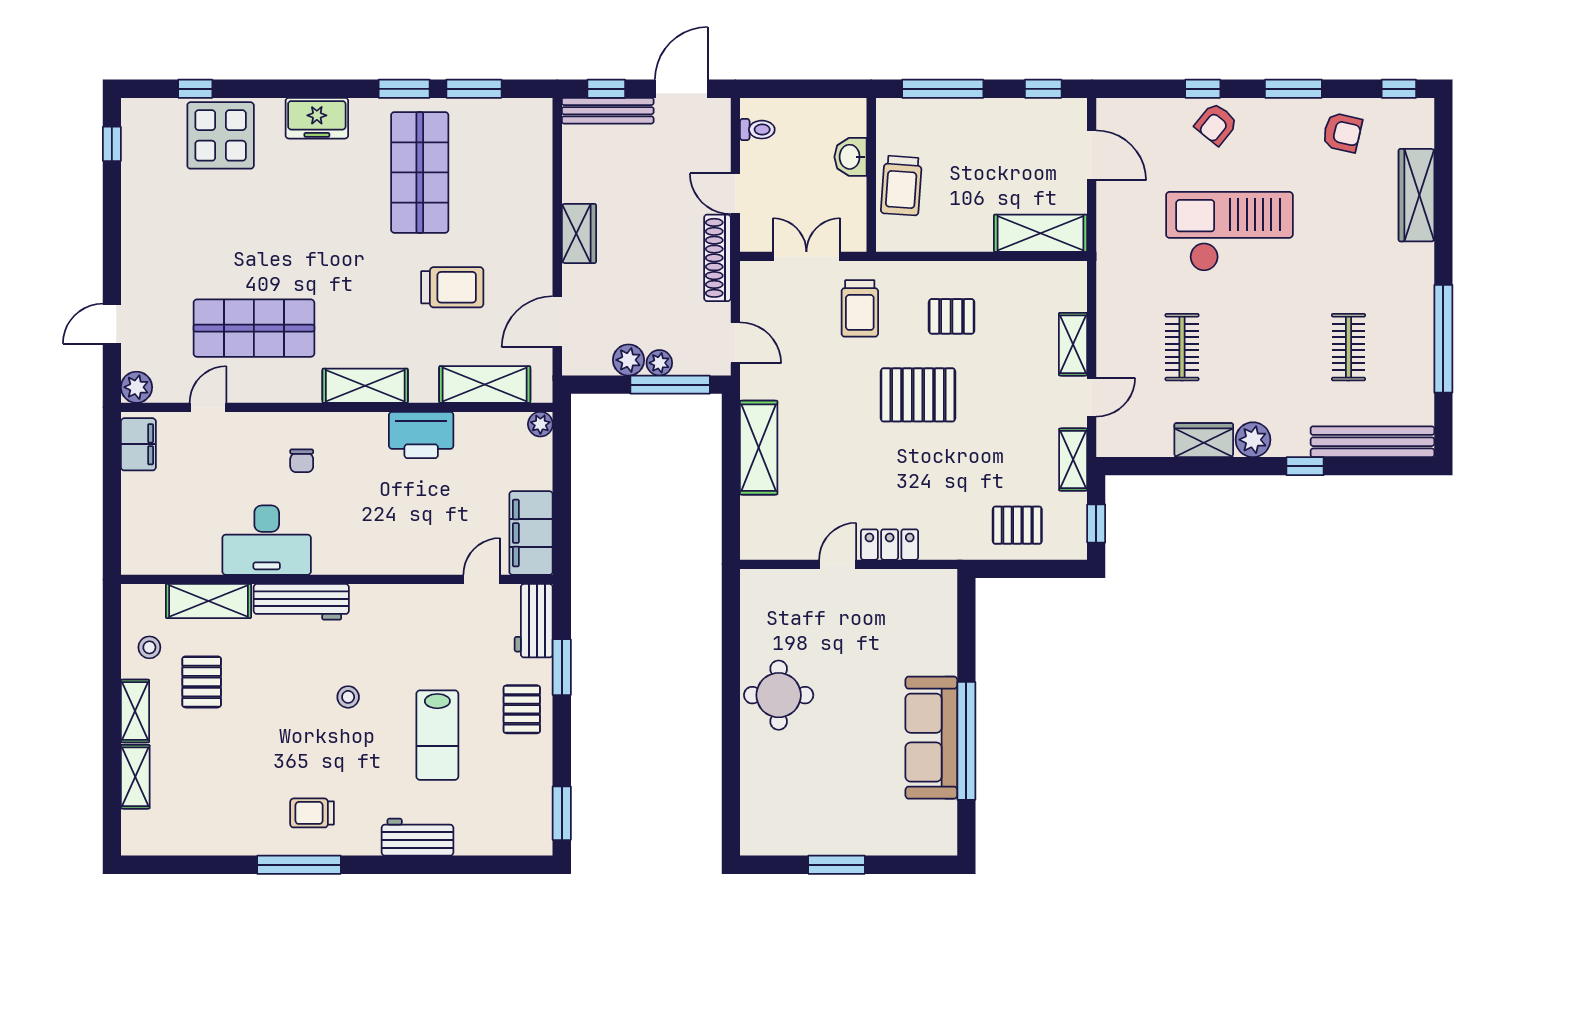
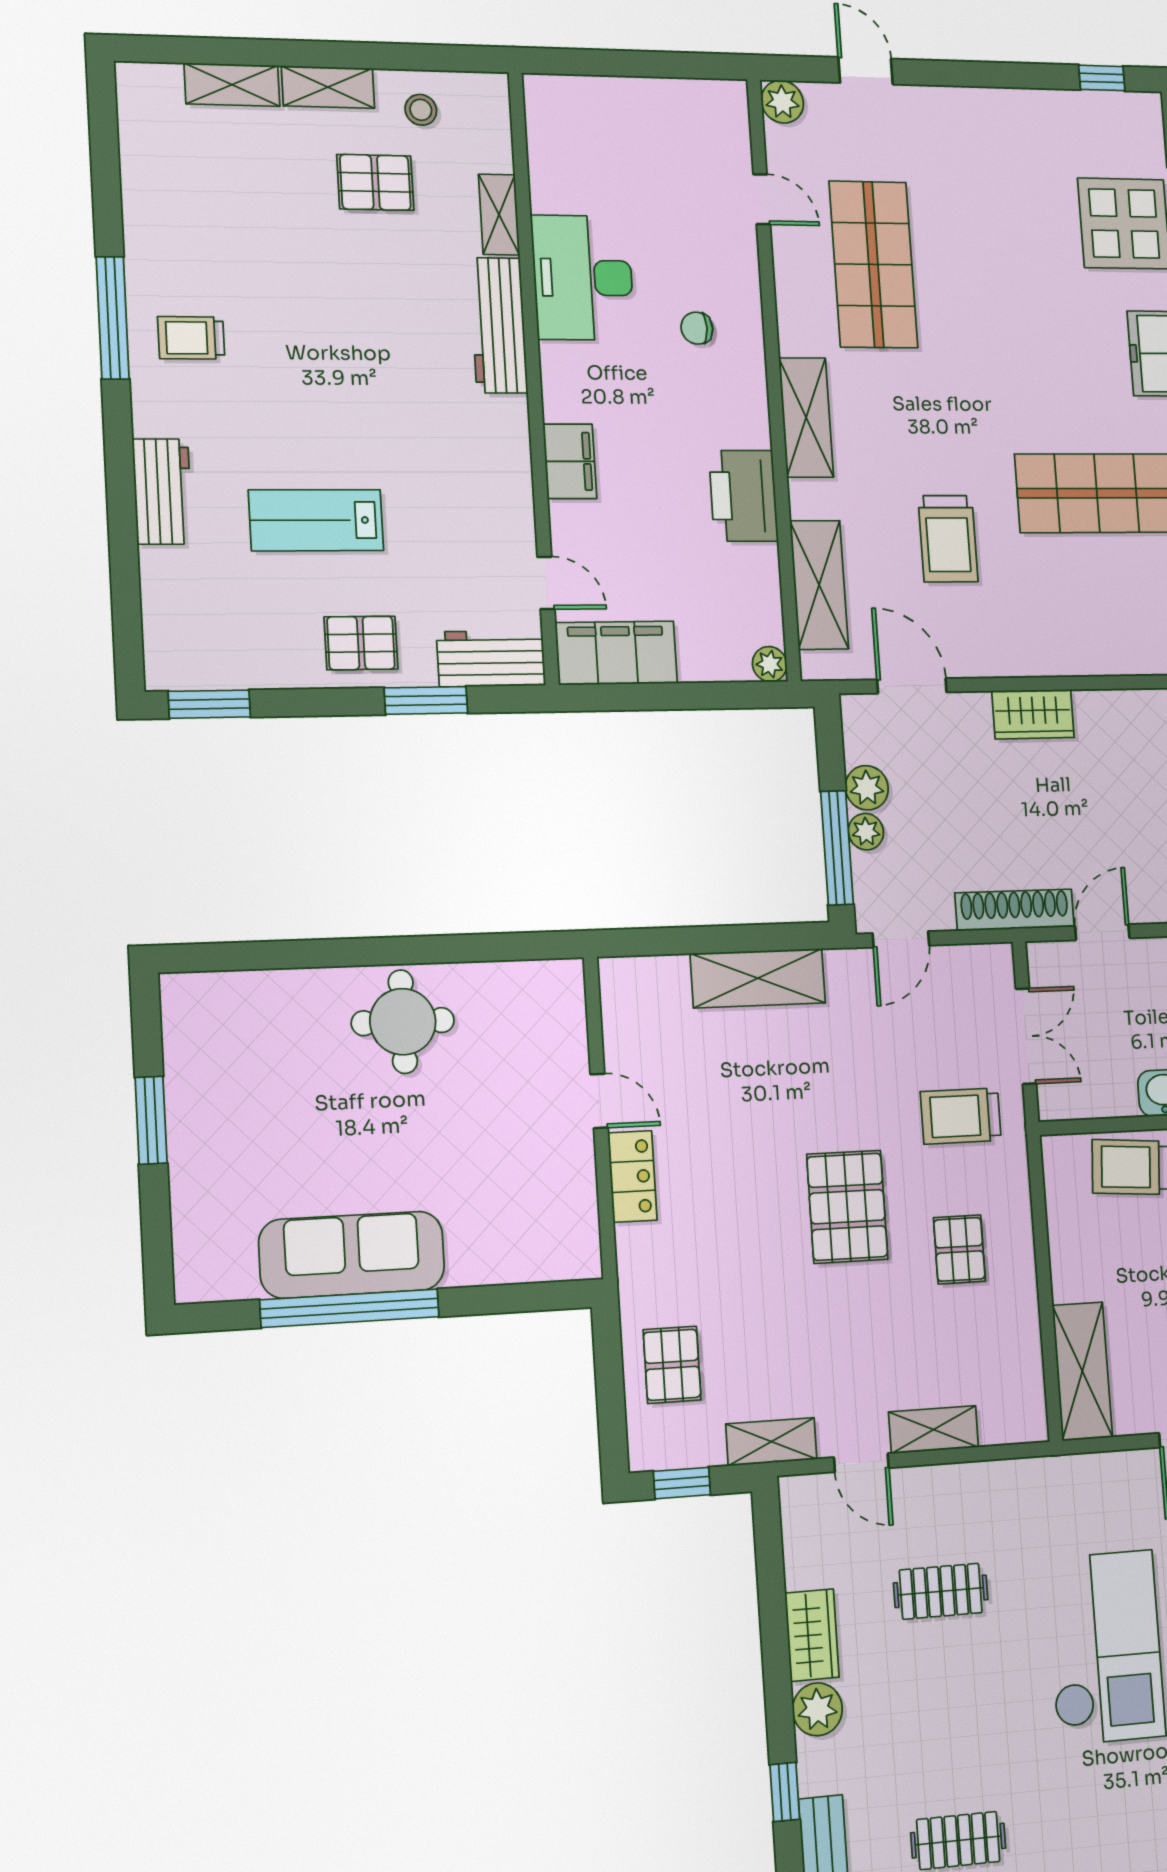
filing cabinet: (138, 444) -> (570, 461), moved, turned -90
shelving: (208, 601) -> (499, 215), width x0.67, depth x0.75
stool: (348, 697) -> (365, 391), removed
trolley: (312, 813) -> (191, 338), turned -90

